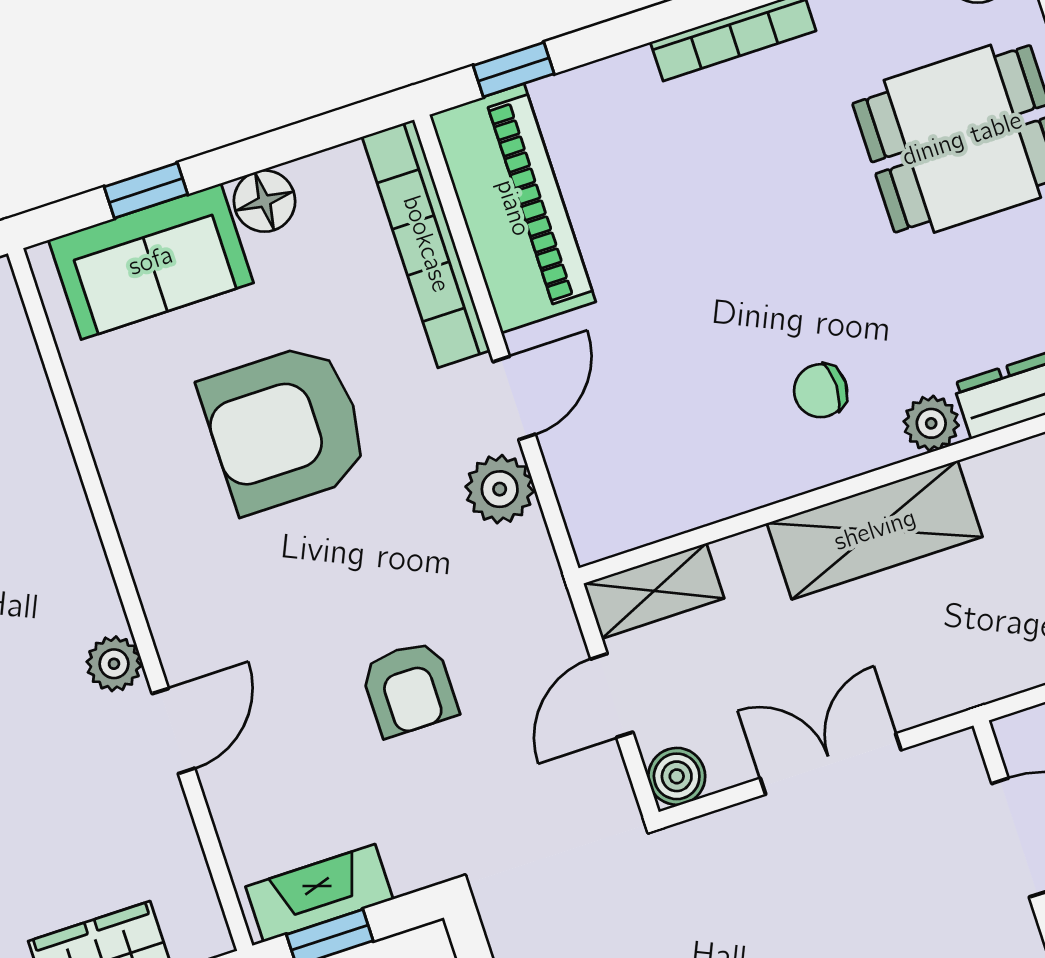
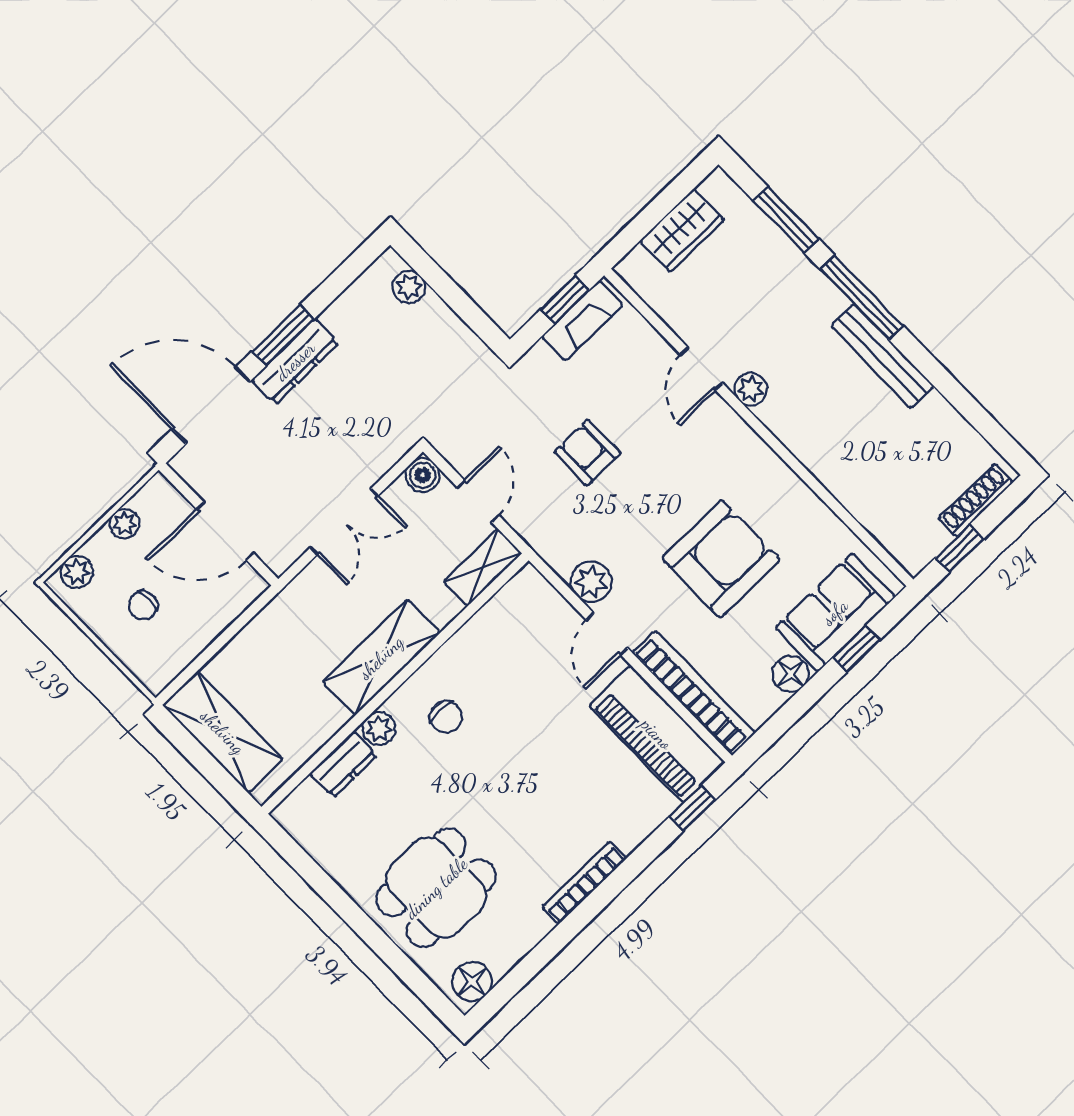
chair: (821, 391) -> (446, 717), turned 90

